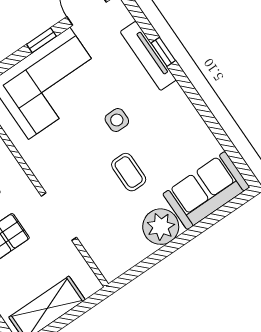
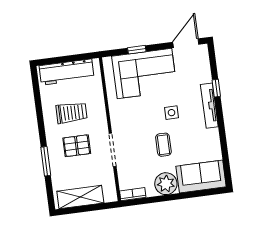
window: (41, 40) -> (137, 50), moved
tv unit: (148, 56) -> (209, 106), moved
bookcase: (120, 266) -> (133, 194), added

